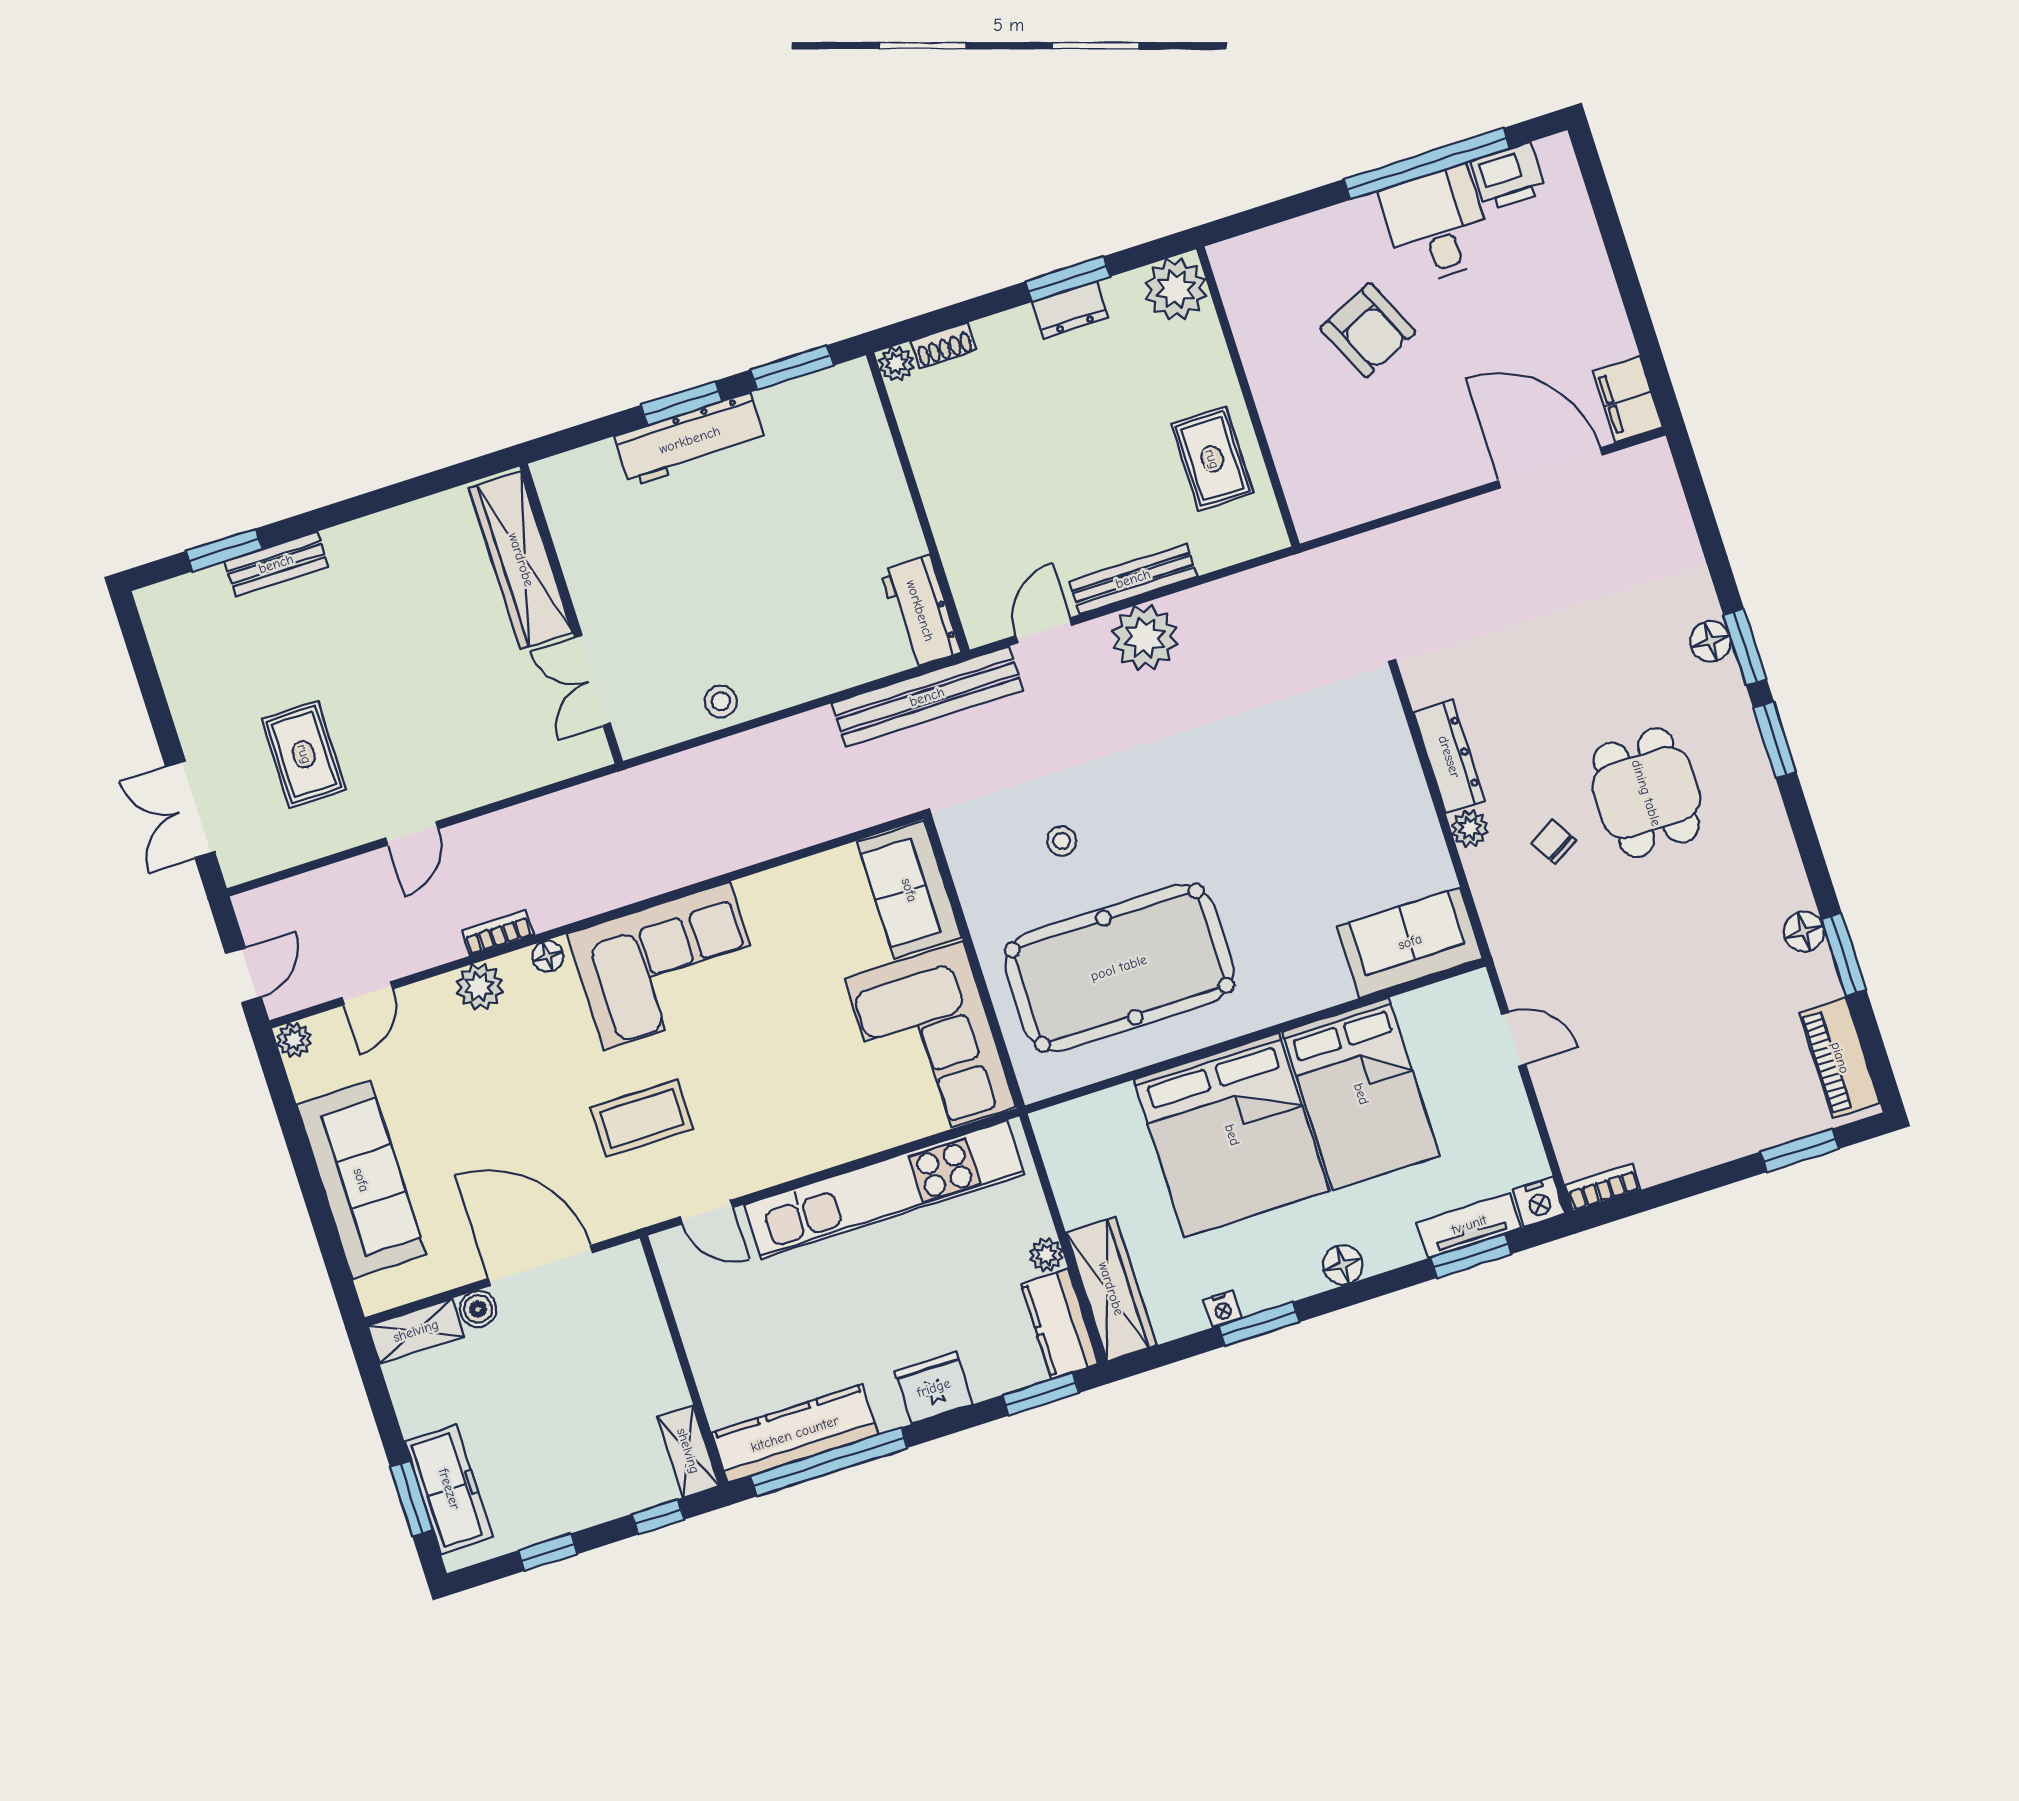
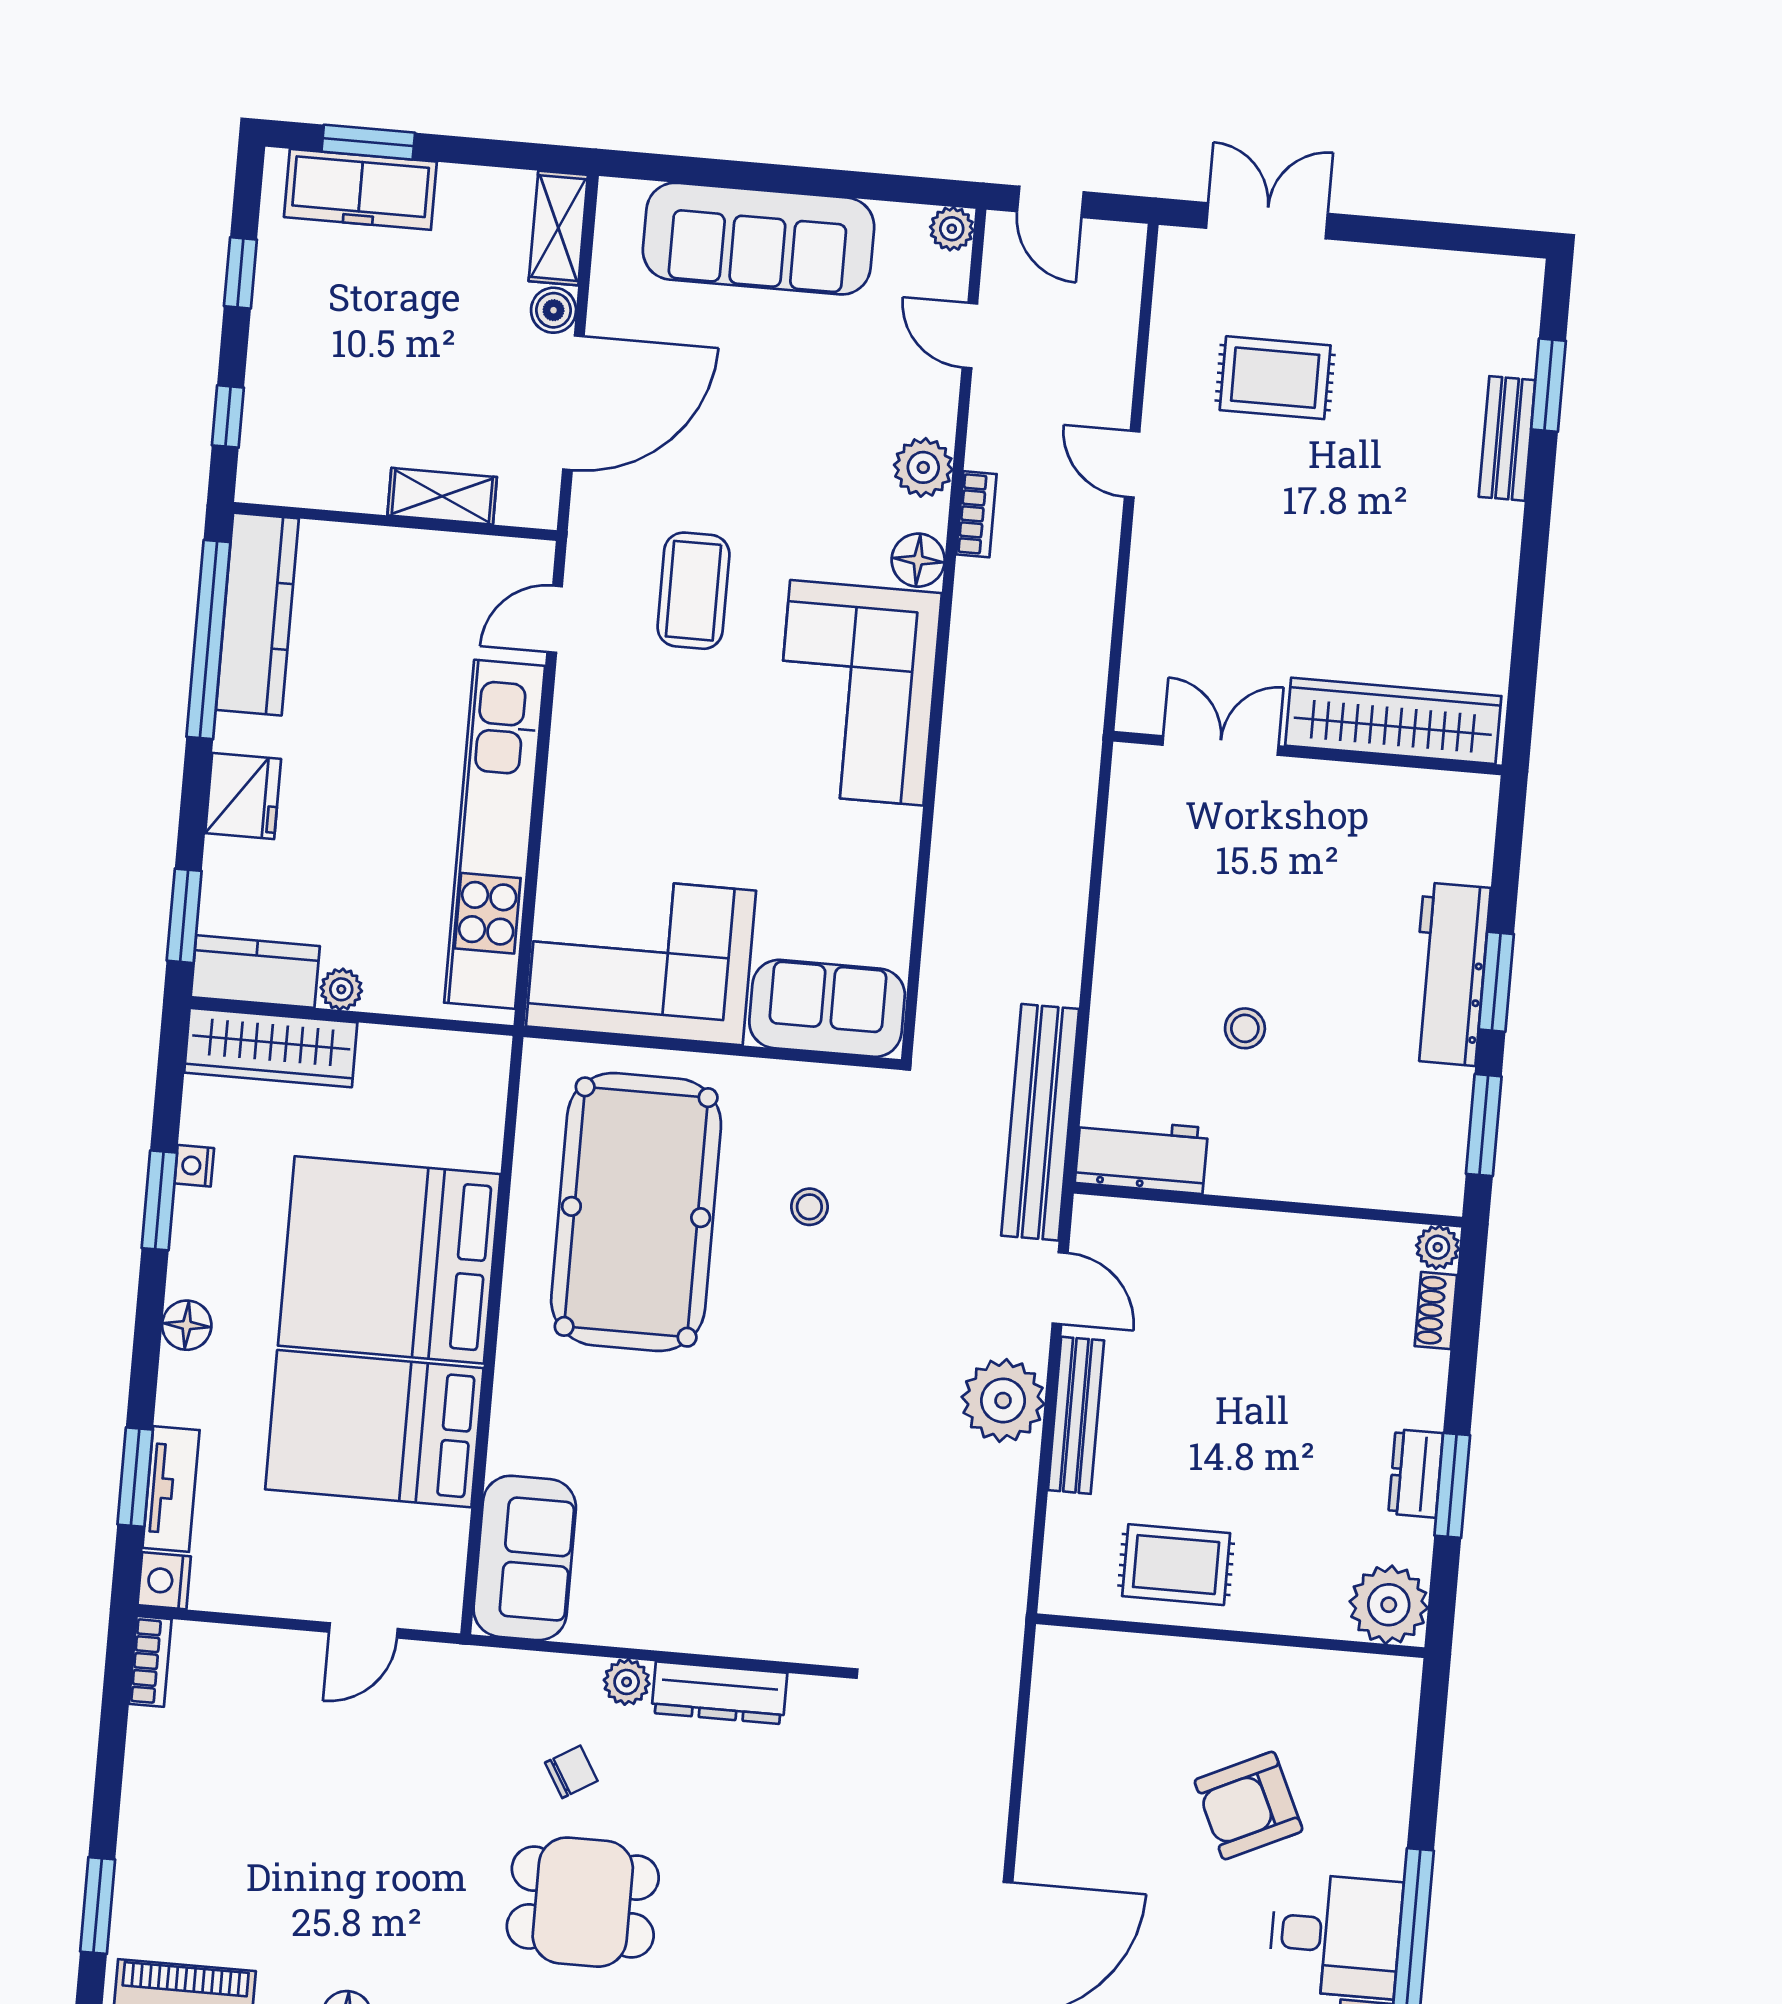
stool: (721, 701) -> (1245, 1028), moved
floor lamp: (548, 956) -> (918, 560), width x1.37, depth x1.37
shelving: (688, 1451) -> (442, 496), moved

